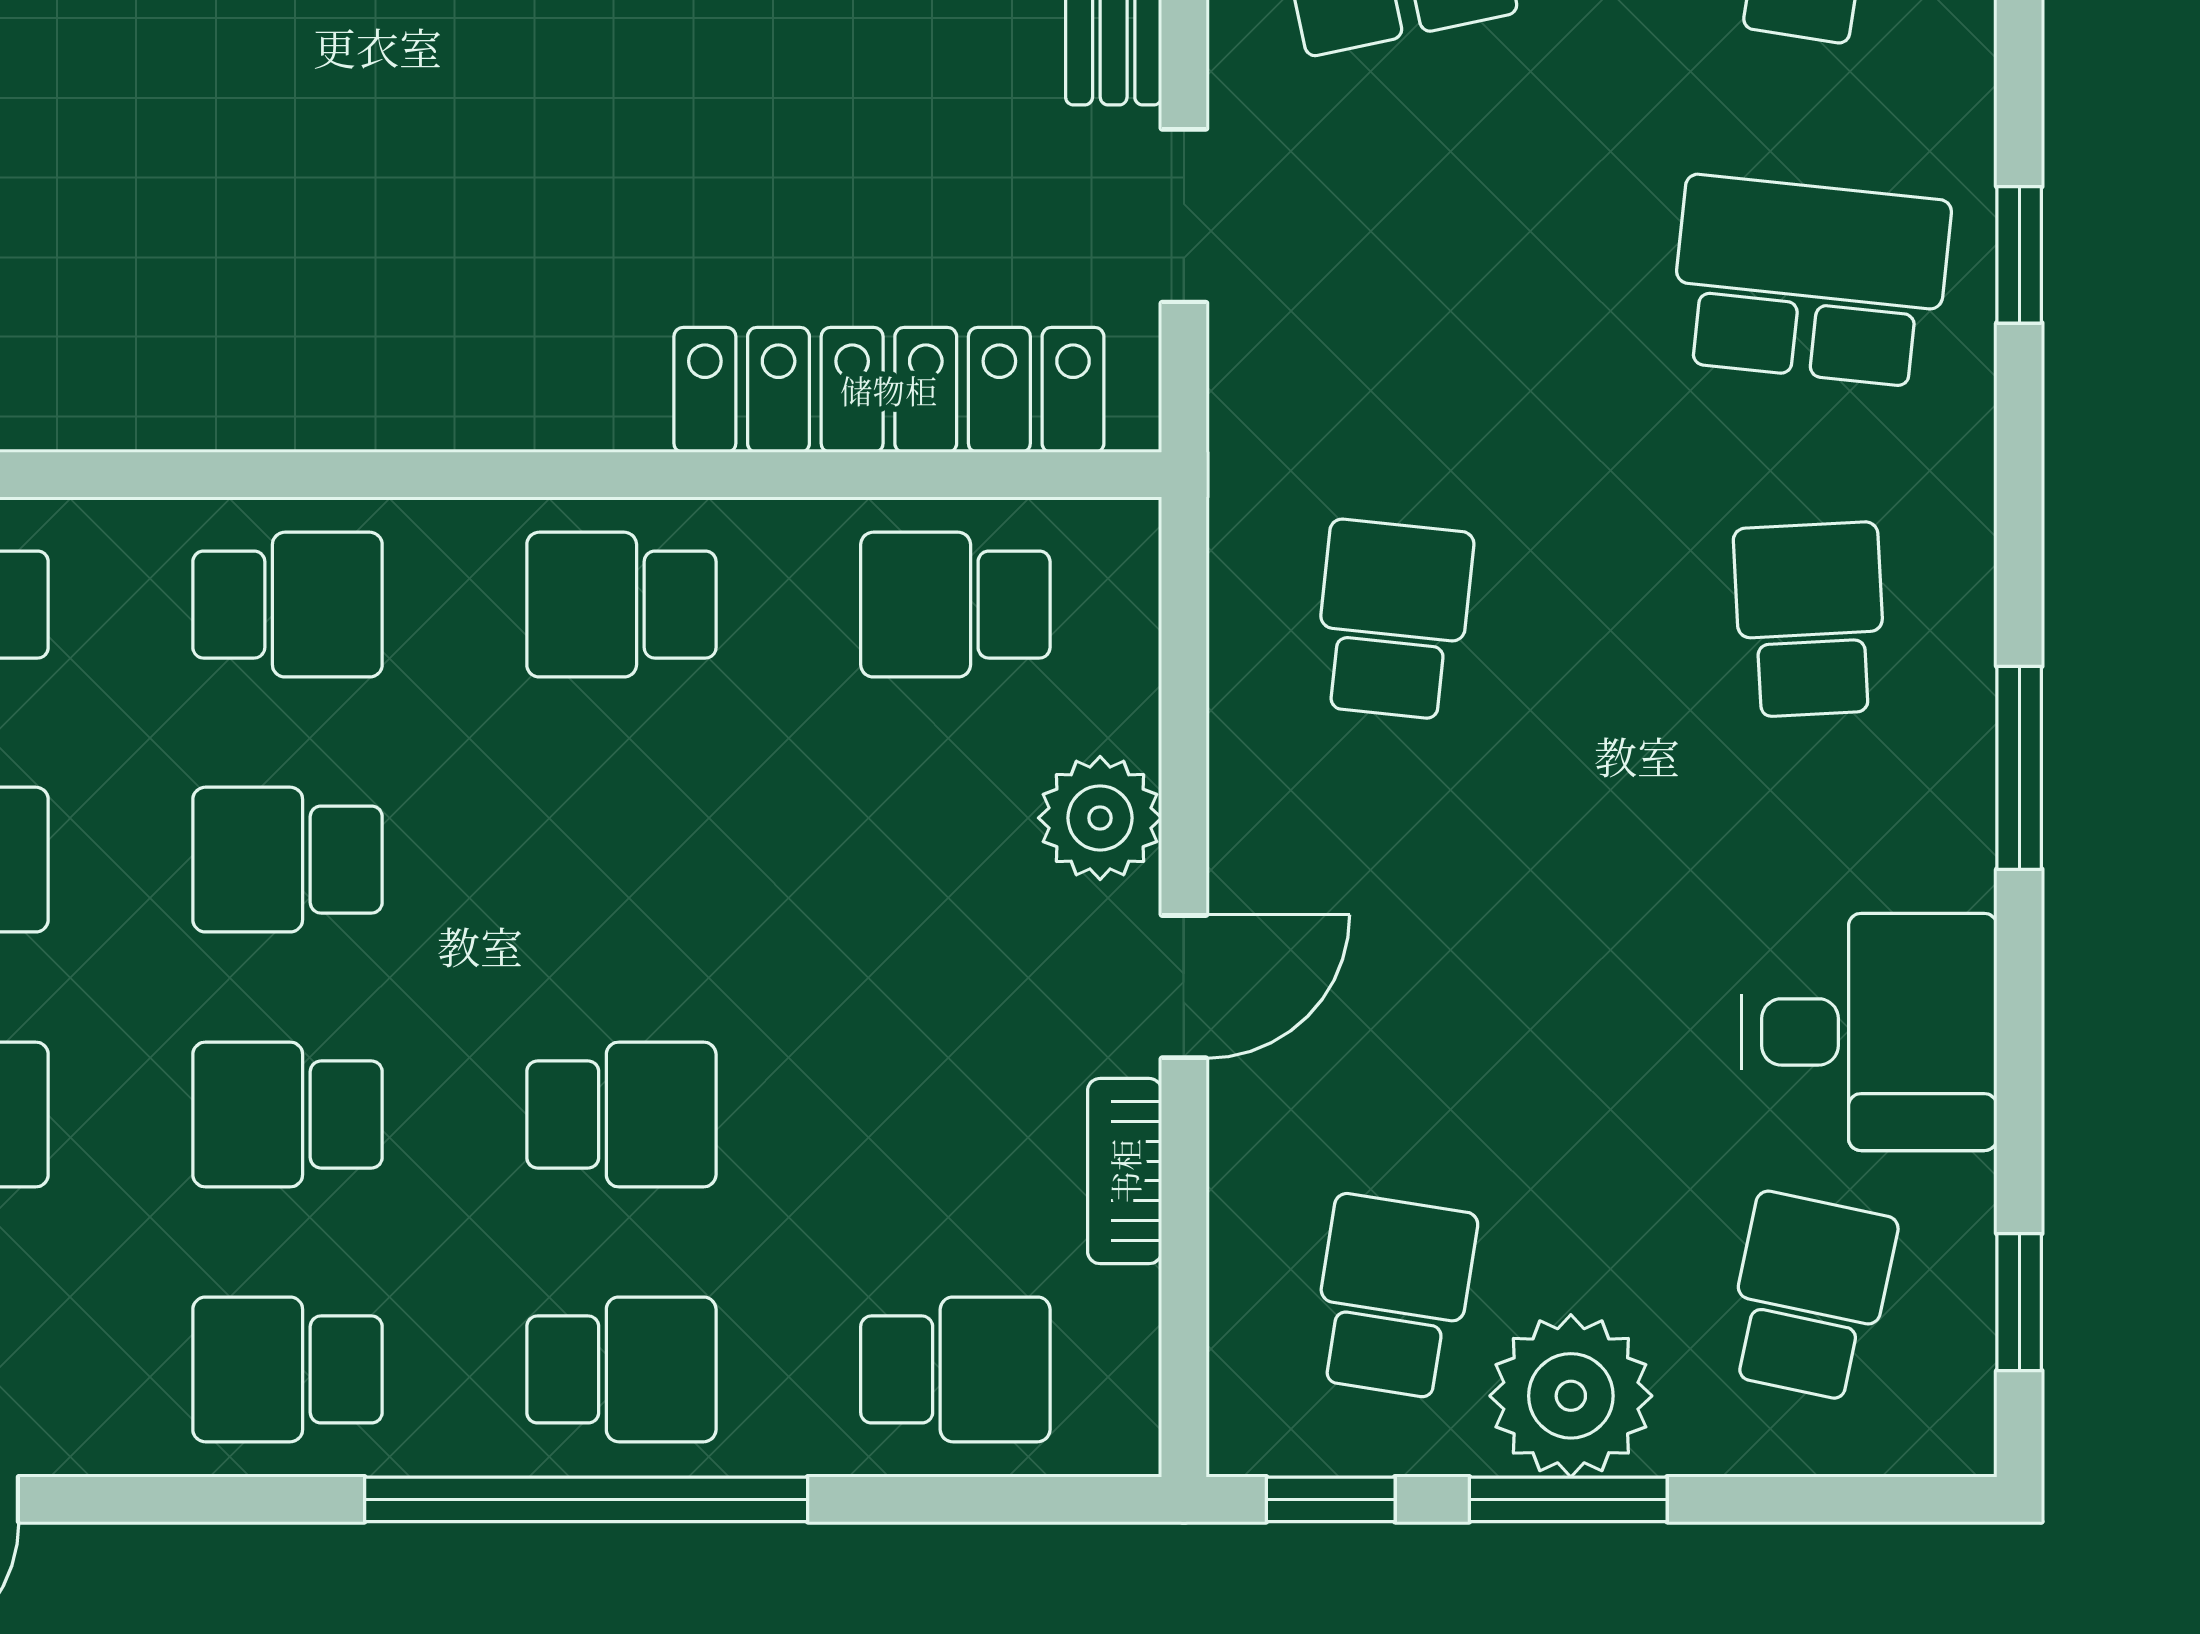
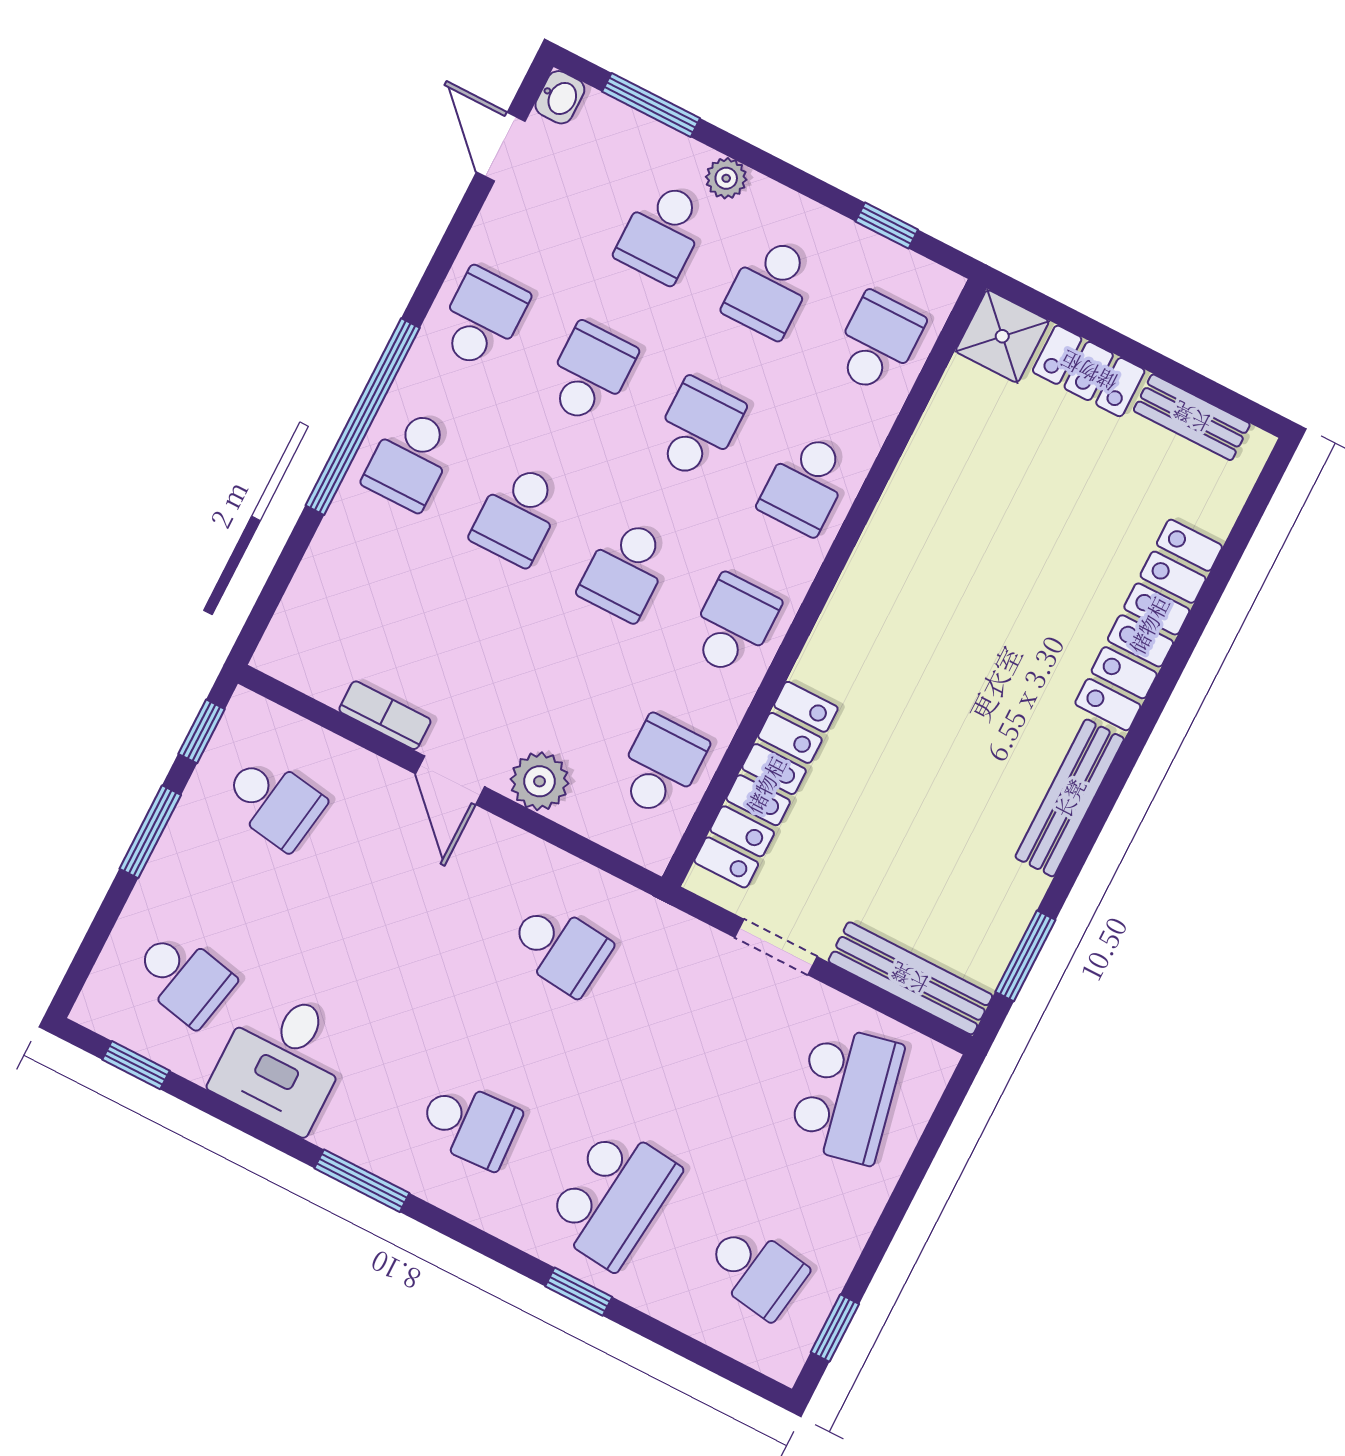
school desk: (955, 1369) -> (625, 570), moved
plant: (1571, 1396) -> (193, 855), removed

